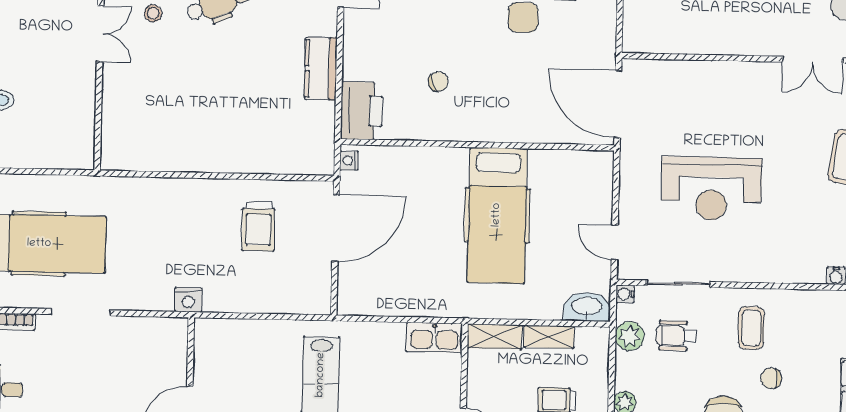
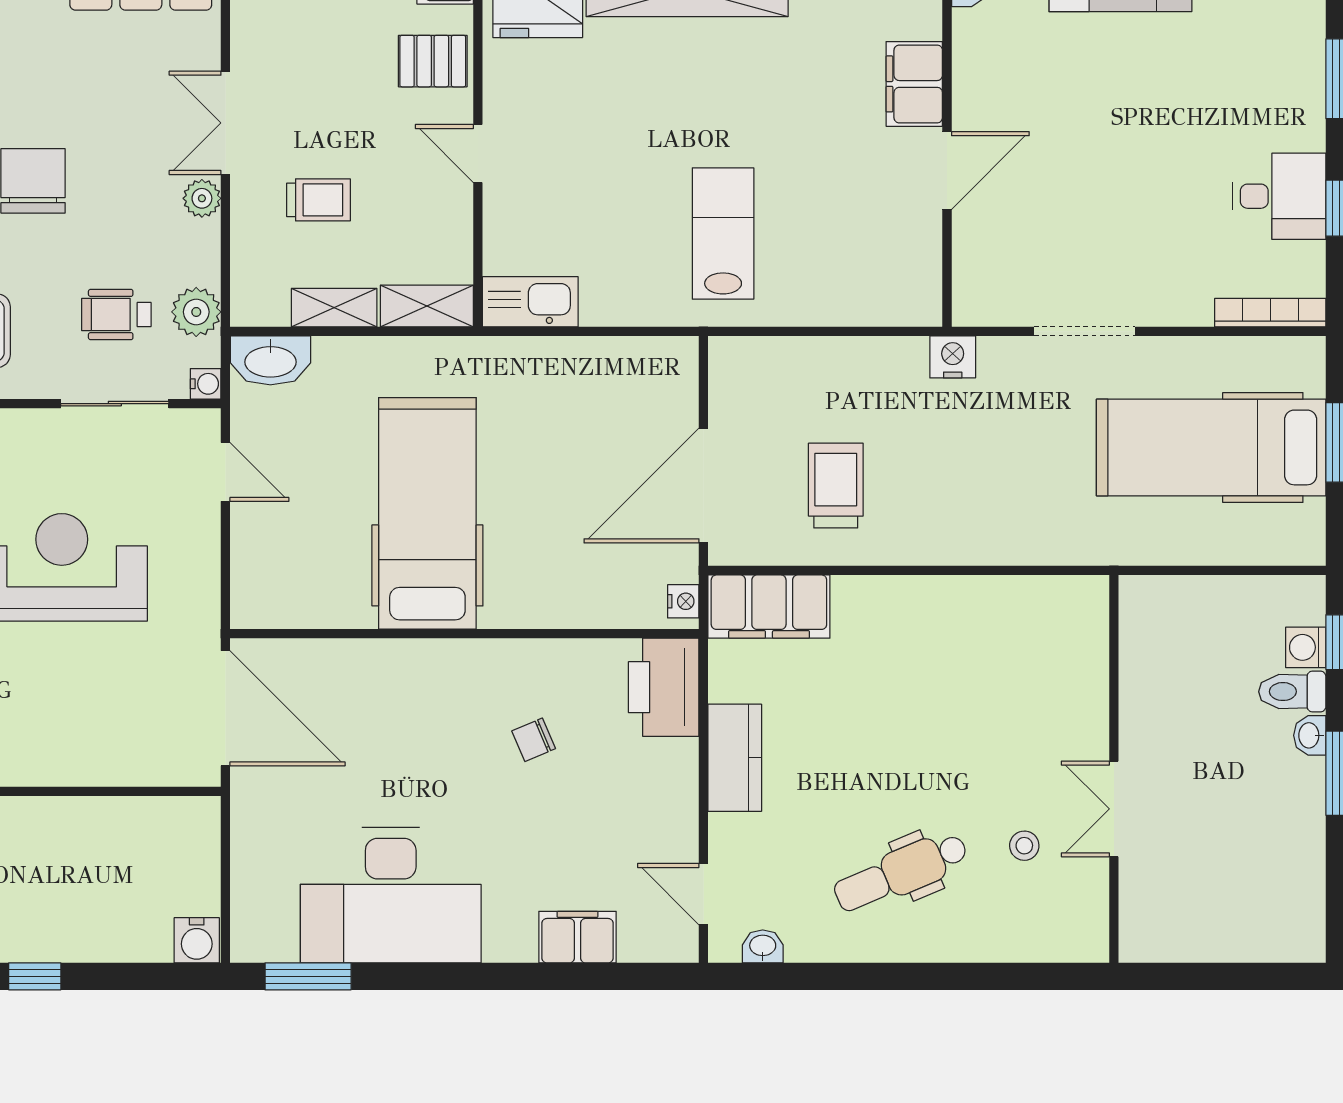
filing cabinet: (299, 156) -> (769, 607), added
doorway: (81, 312) -> (1085, 331), moved
wheelchair: (676, 336) -> (116, 315), turned 180

